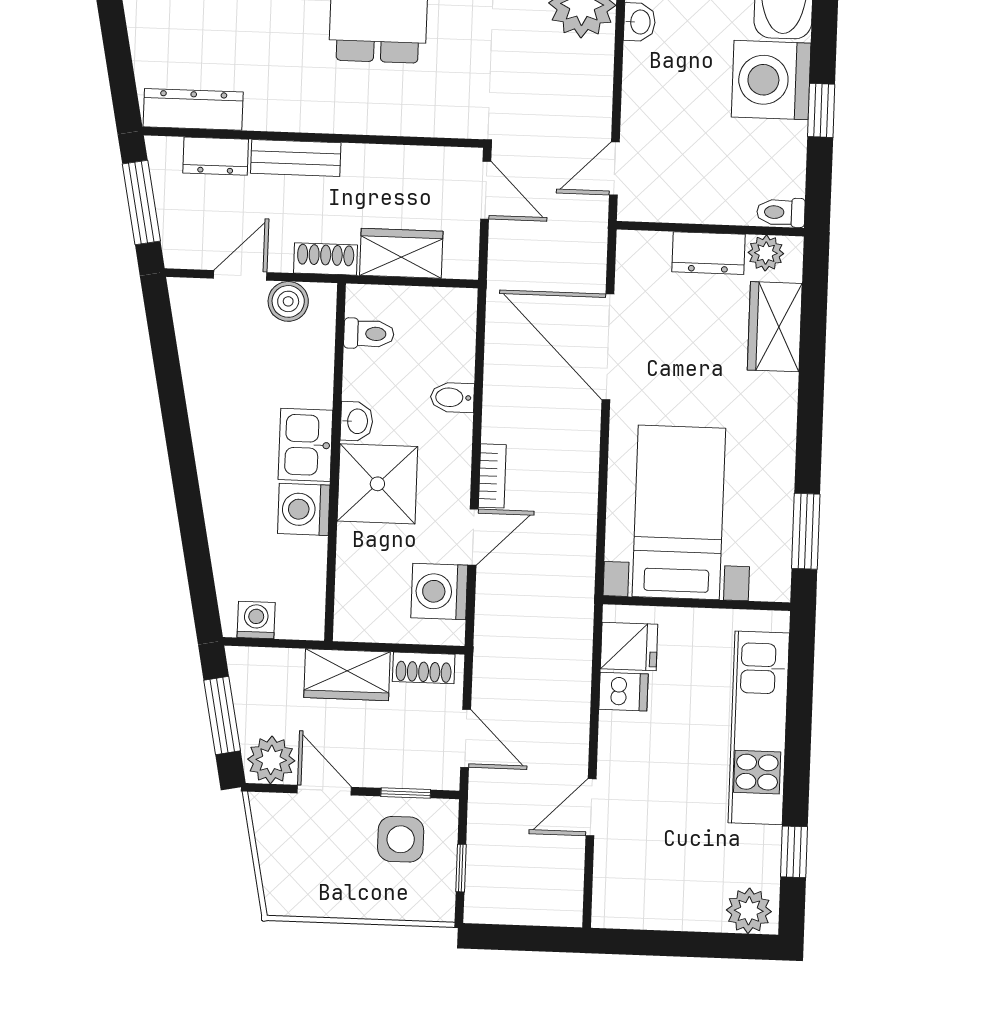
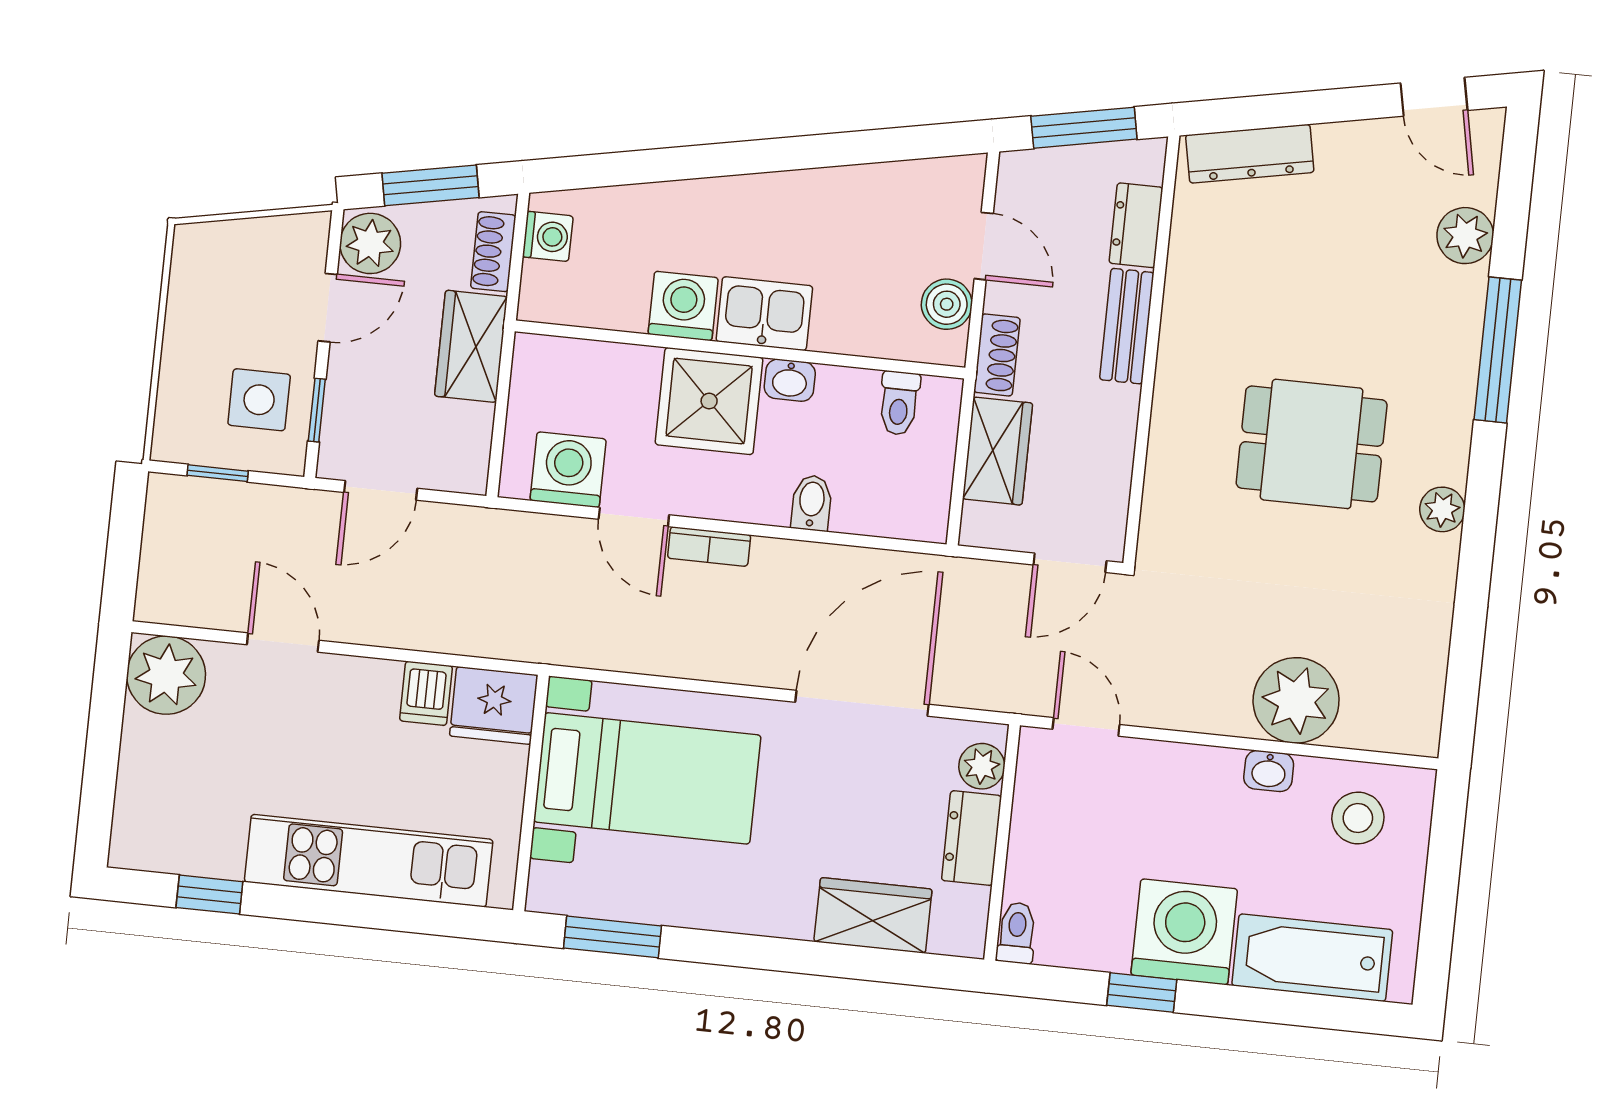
dresser: (193, 109) -> (1250, 154), moved, turned 79
plant: (766, 253) -> (982, 766), moved
fridge: (629, 646) -> (494, 705), width x1.38
shoe rack: (424, 668) -> (493, 252), moved
plant: (749, 911) -> (166, 675), moved, width x1.36, depth x1.36

